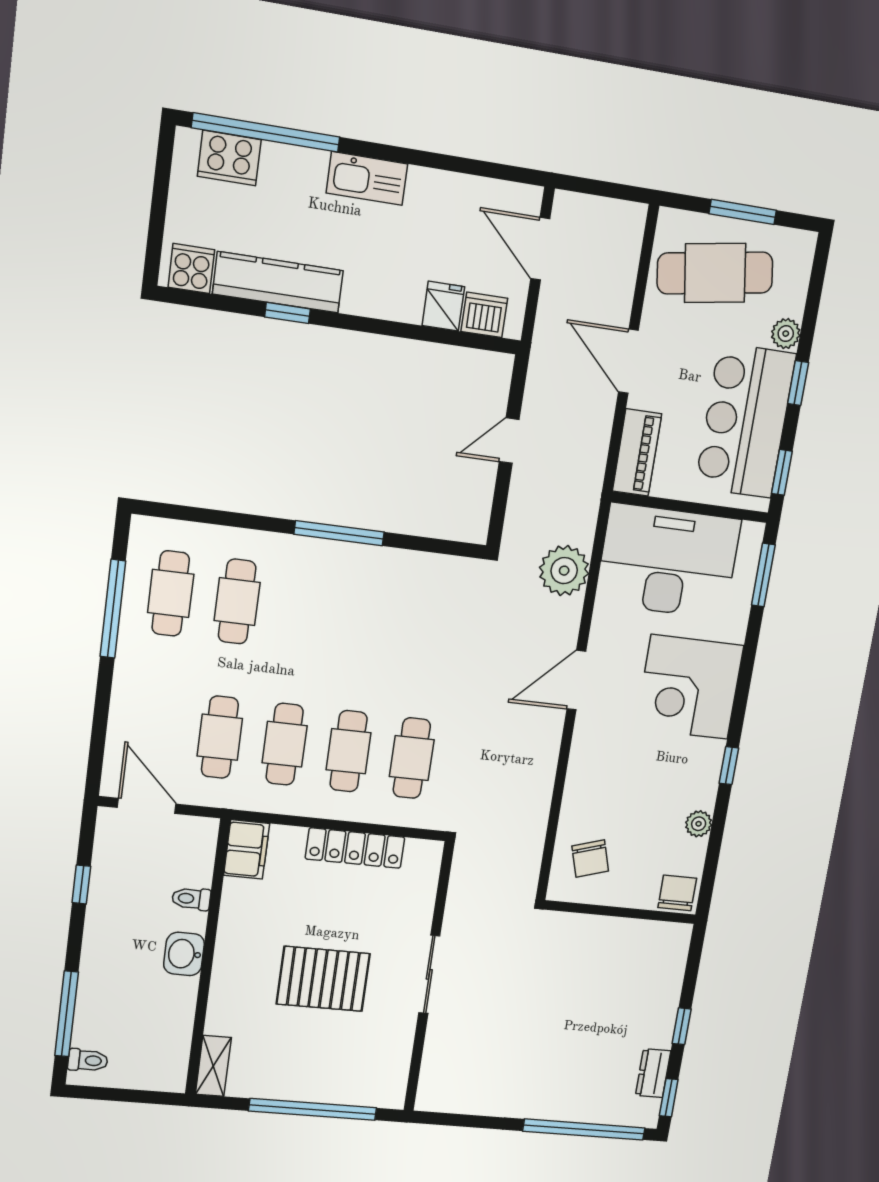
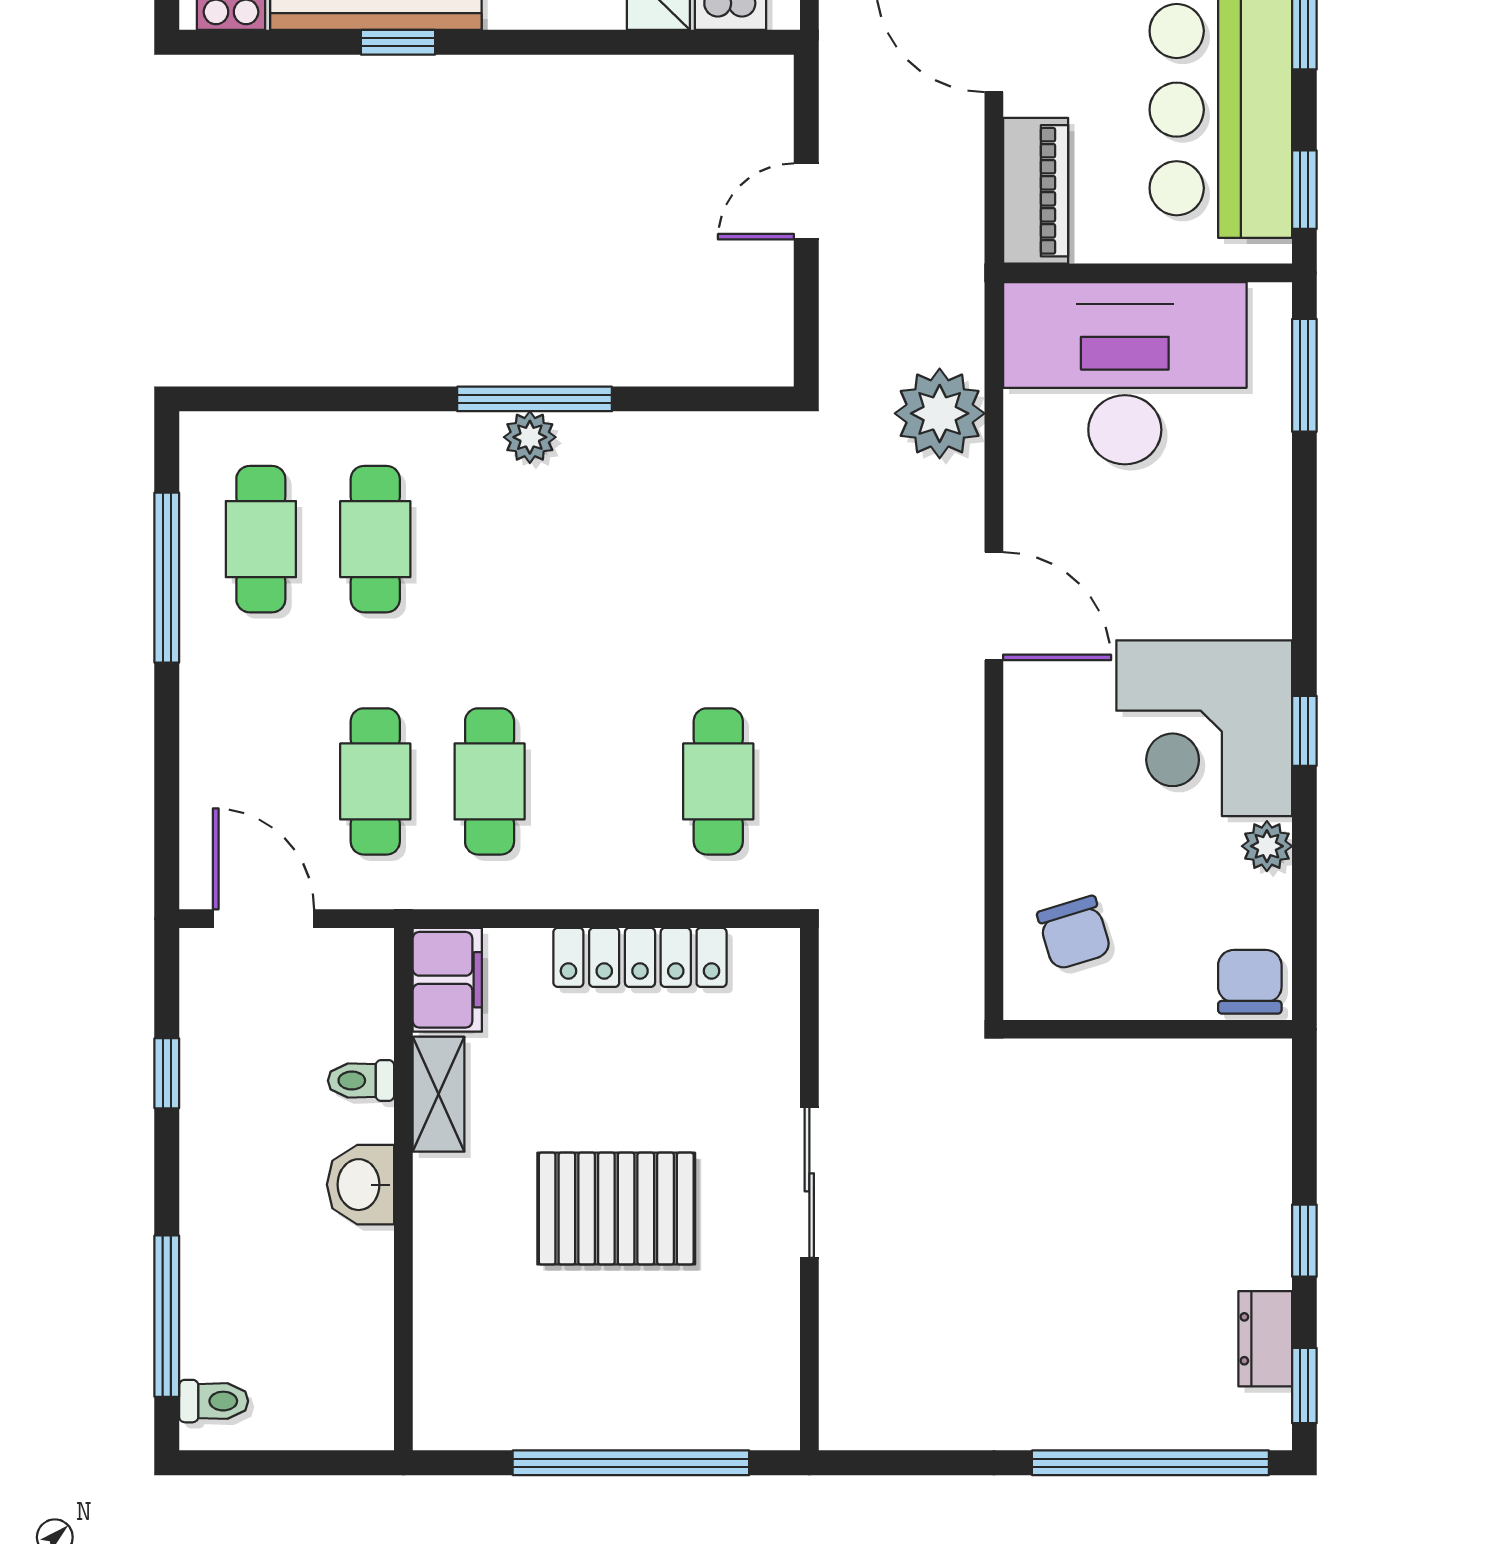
plant: (333, 555) -> (530, 437), added
door: (576, 680) -> (994, 606), swing flipped
corner desk: (689, 687) -> (1204, 728), moved
cafe table: (349, 751) -> (604, 781), removed
shelving: (213, 1066) -> (439, 1094), moved

